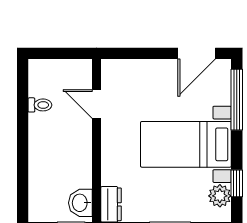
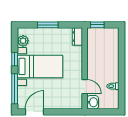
window: (237, 183) -> (15, 59), moved
washbasin: (80, 203) -> (93, 102), moved

